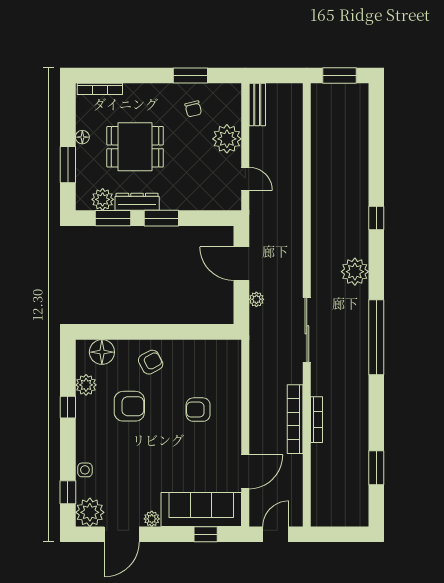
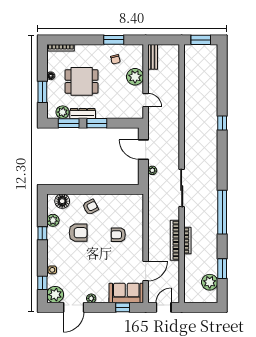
plant: (355, 272) -> (210, 282), moved
window: (376, 337) -> (222, 212), moved
sofa: (201, 509) -> (126, 293), width x0.73

